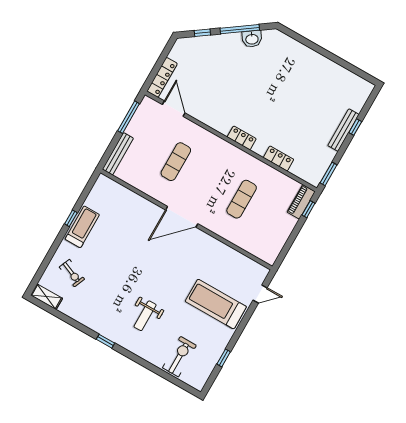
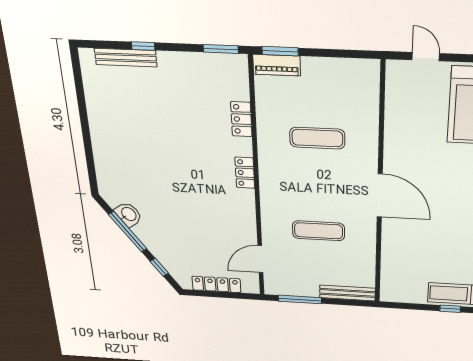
locker: (162, 77) -> (216, 284), moved
bench: (343, 130) -> (126, 58), moved
window: (308, 209) -> (280, 51), width x1.50

